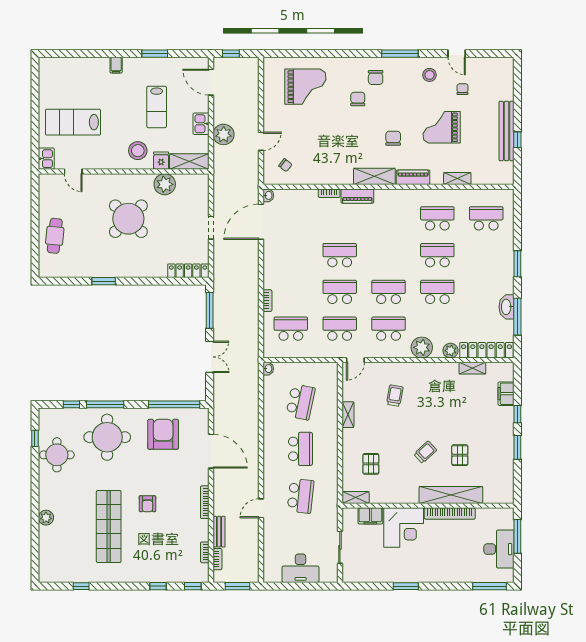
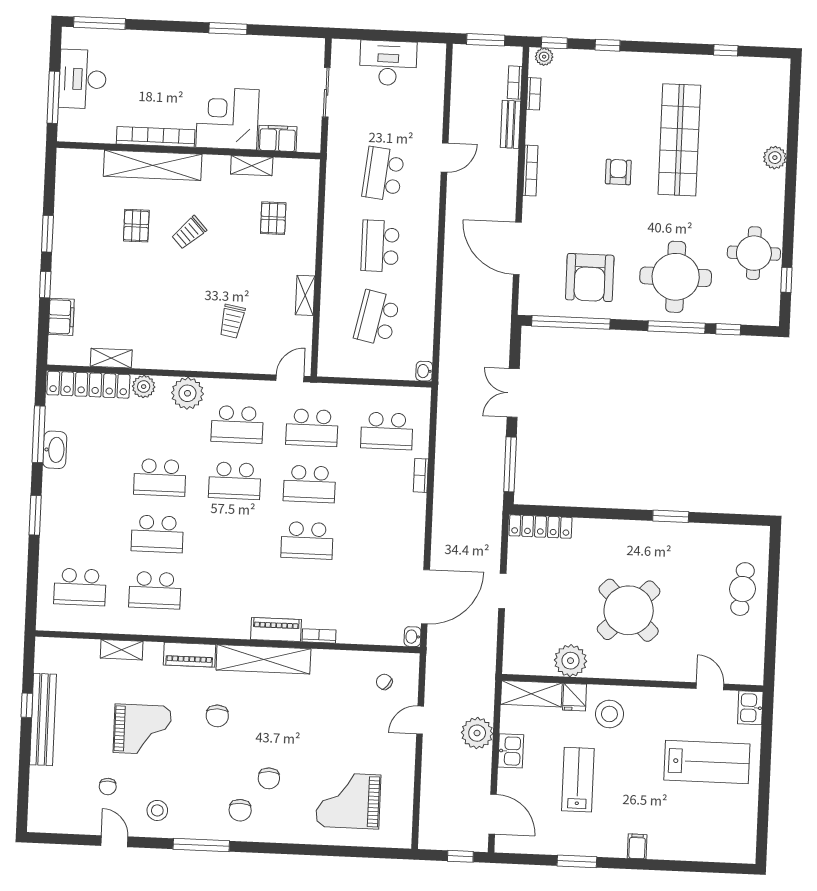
chair: (376, 77) -> (240, 810), turned 180
shelving: (374, 176) -> (263, 659), width x1.47
shelving: (356, 498) -> (252, 166), moved
plant: (199, 577) -> (544, 57), added

